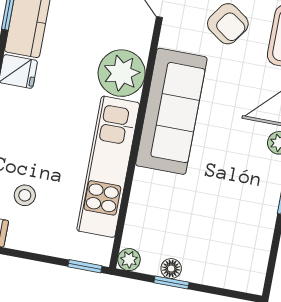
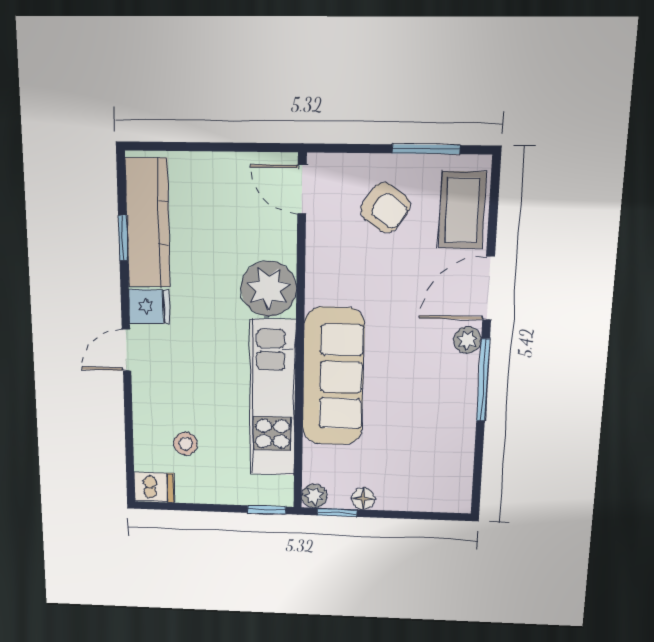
sofa: (171, 111) -> (333, 377), moved
window: (171, 282) -> (337, 512), moved

